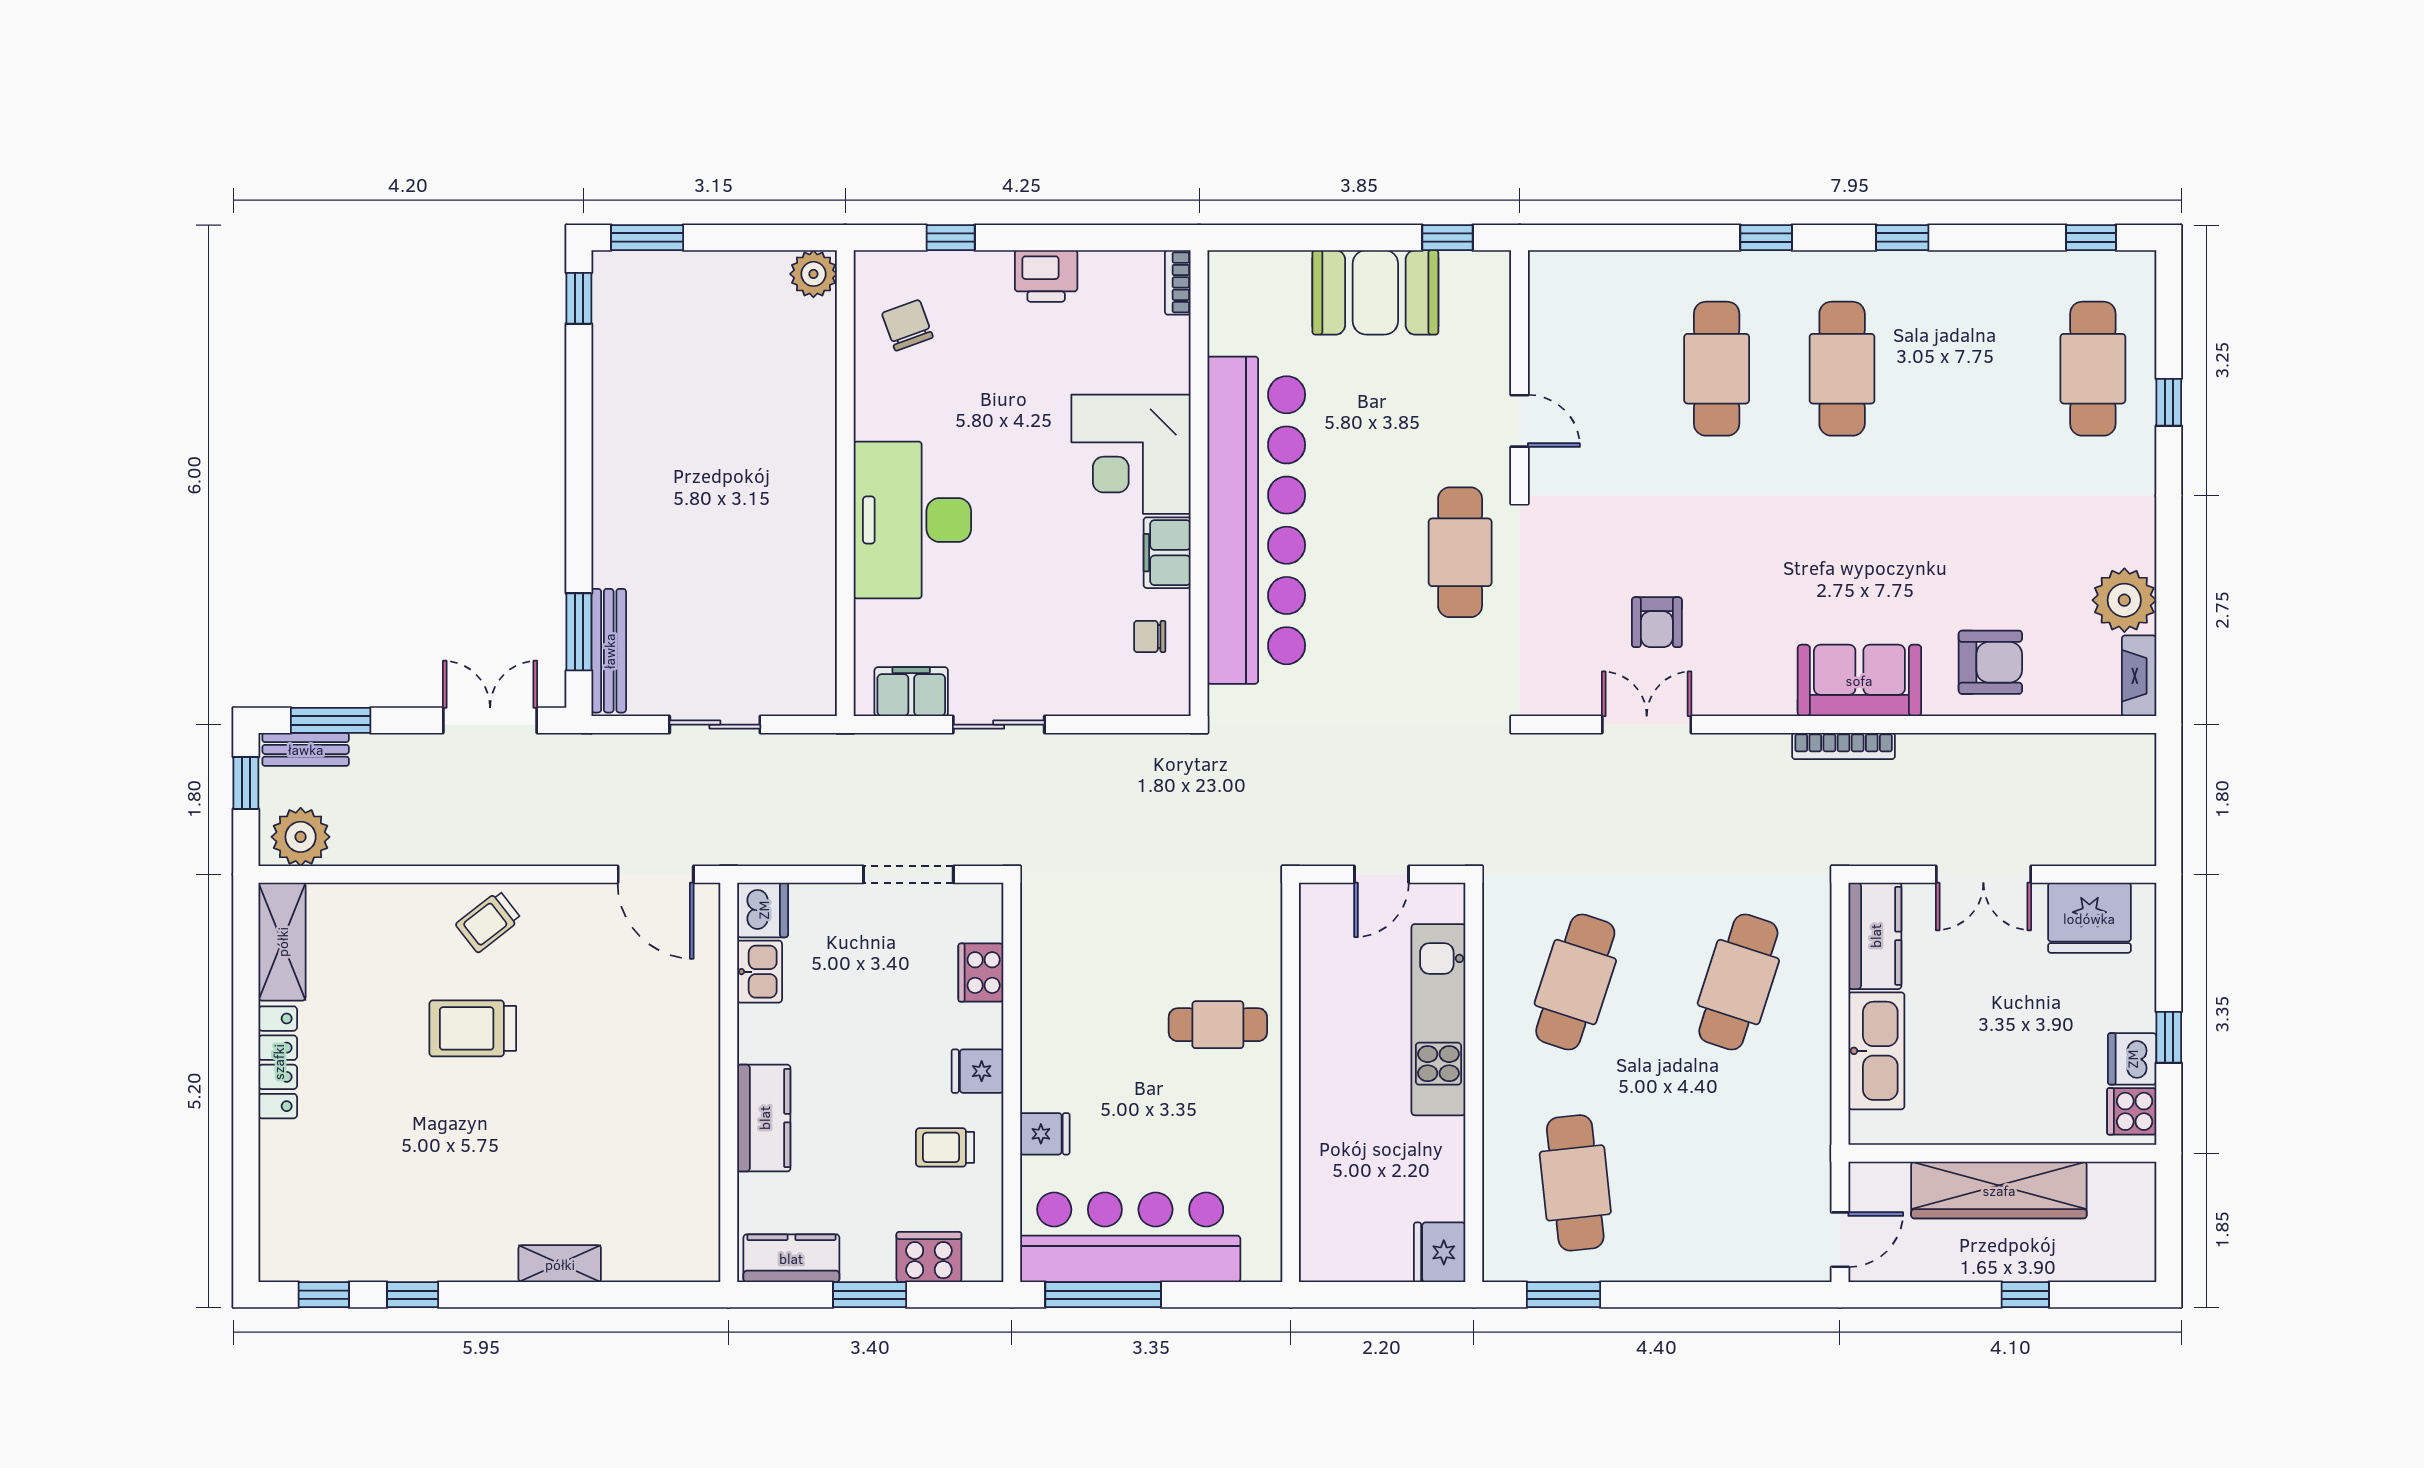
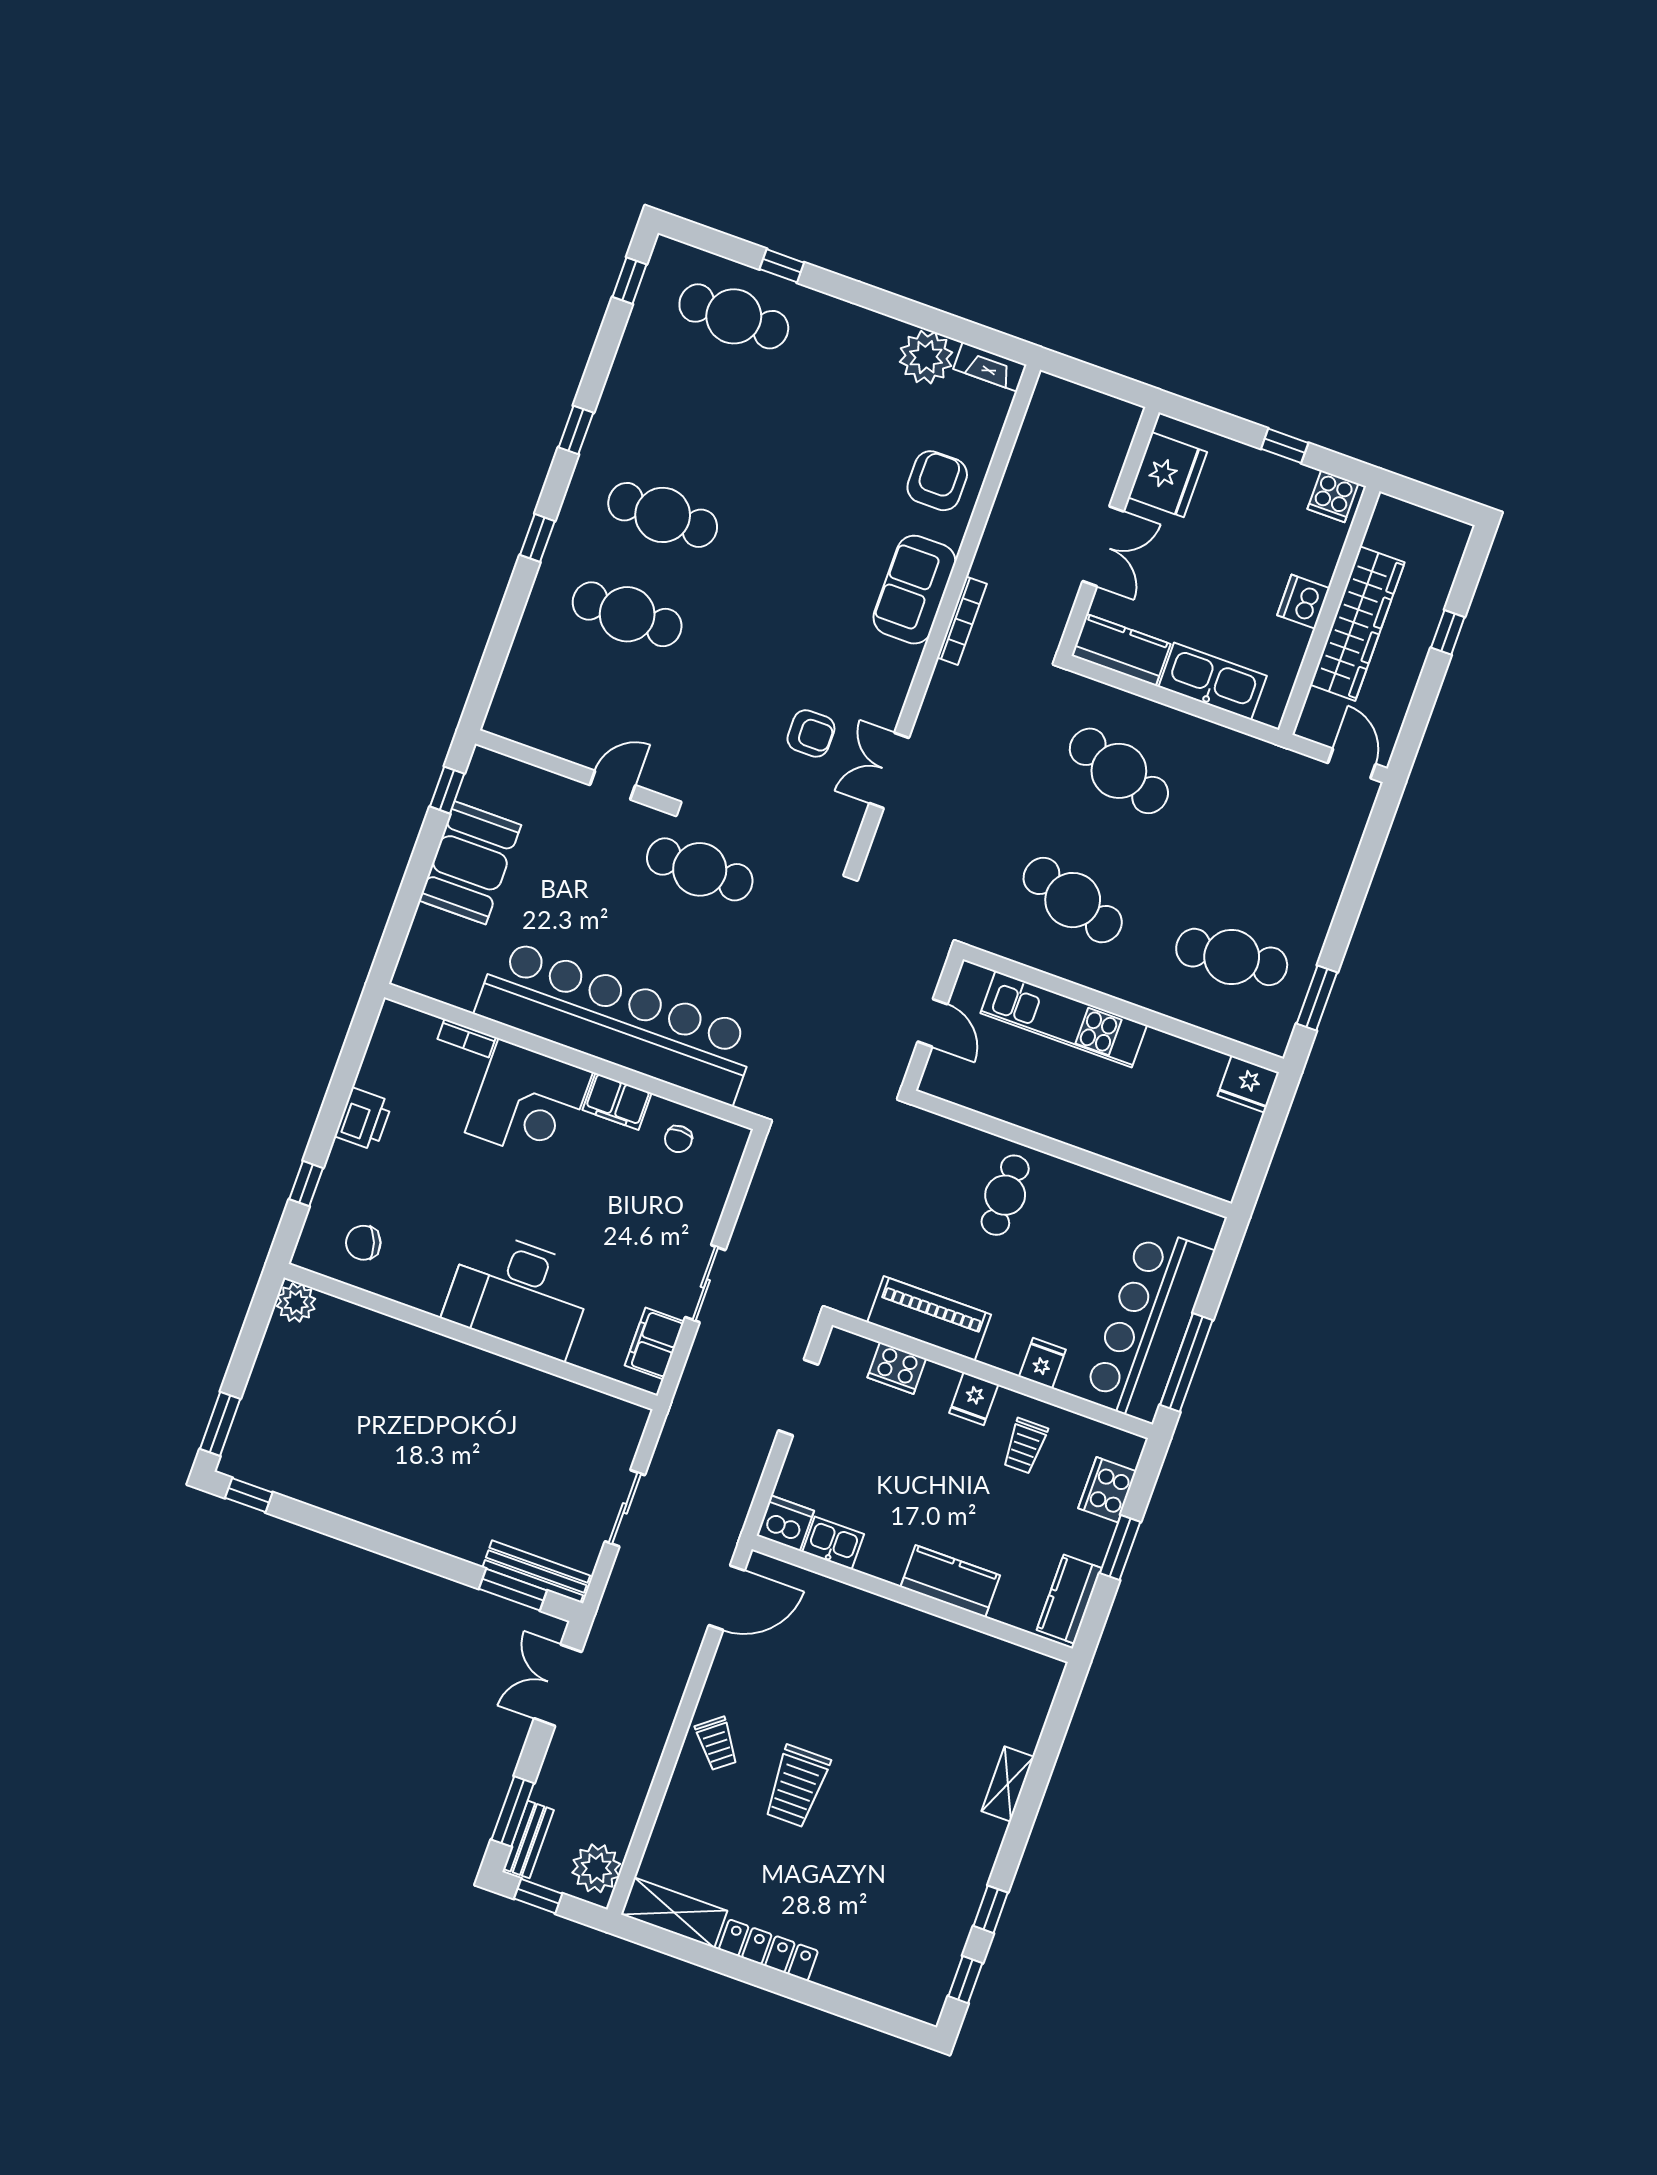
bookcase: (1178, 282) -> (467, 1038), moved
piano: (1049, 989) -> (929, 1318), added
dishwasher: (2132, 1059) -> (1303, 602), moved, turned 90

